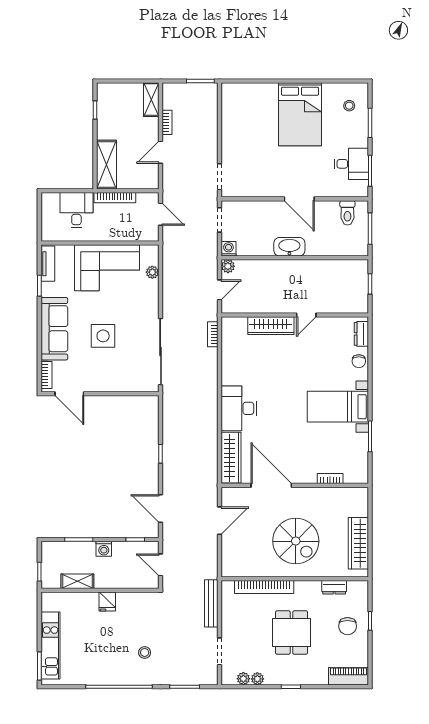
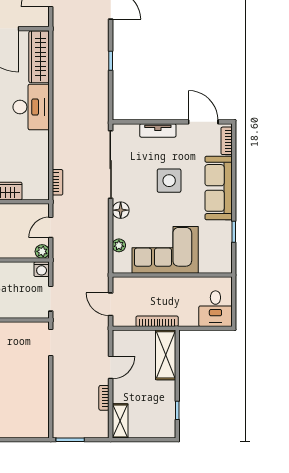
desk: (76, 210) -> (215, 309), moved
tv unit: (48, 264) -> (158, 130), moved, turned -90
floor lamp: (151, 307) -> (121, 210), added

